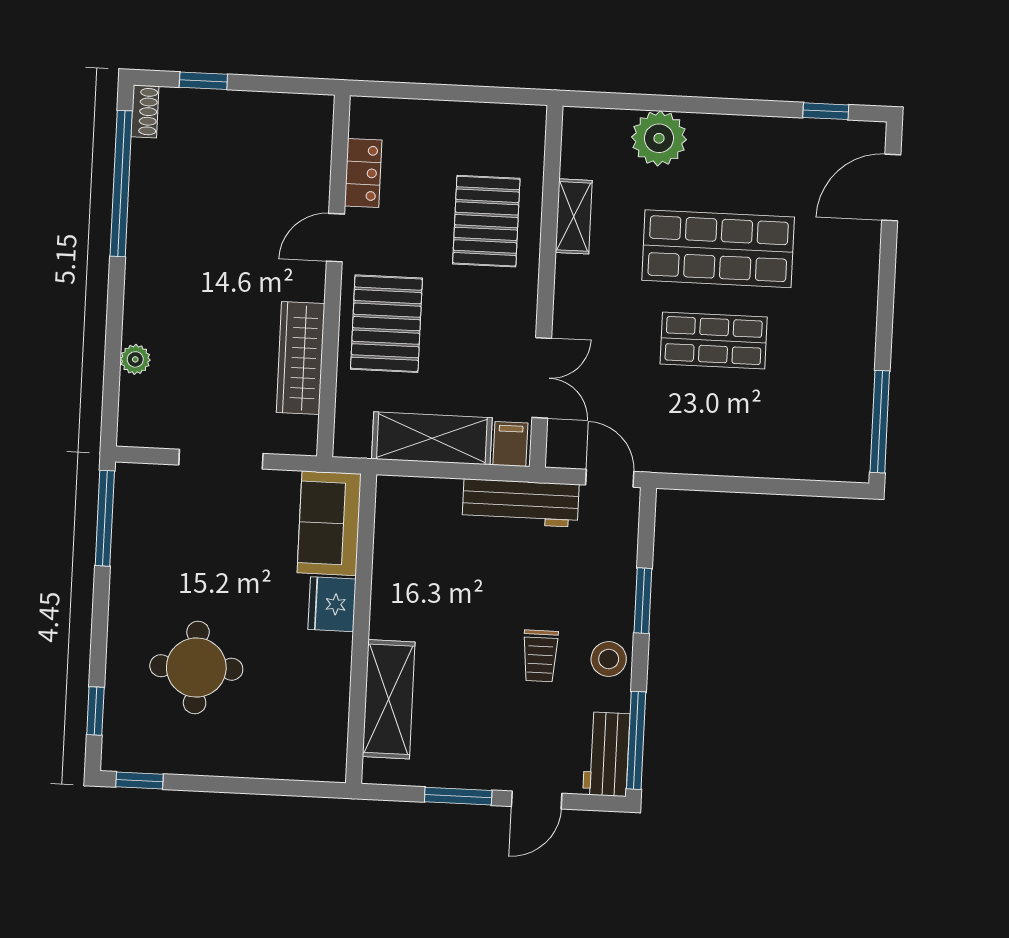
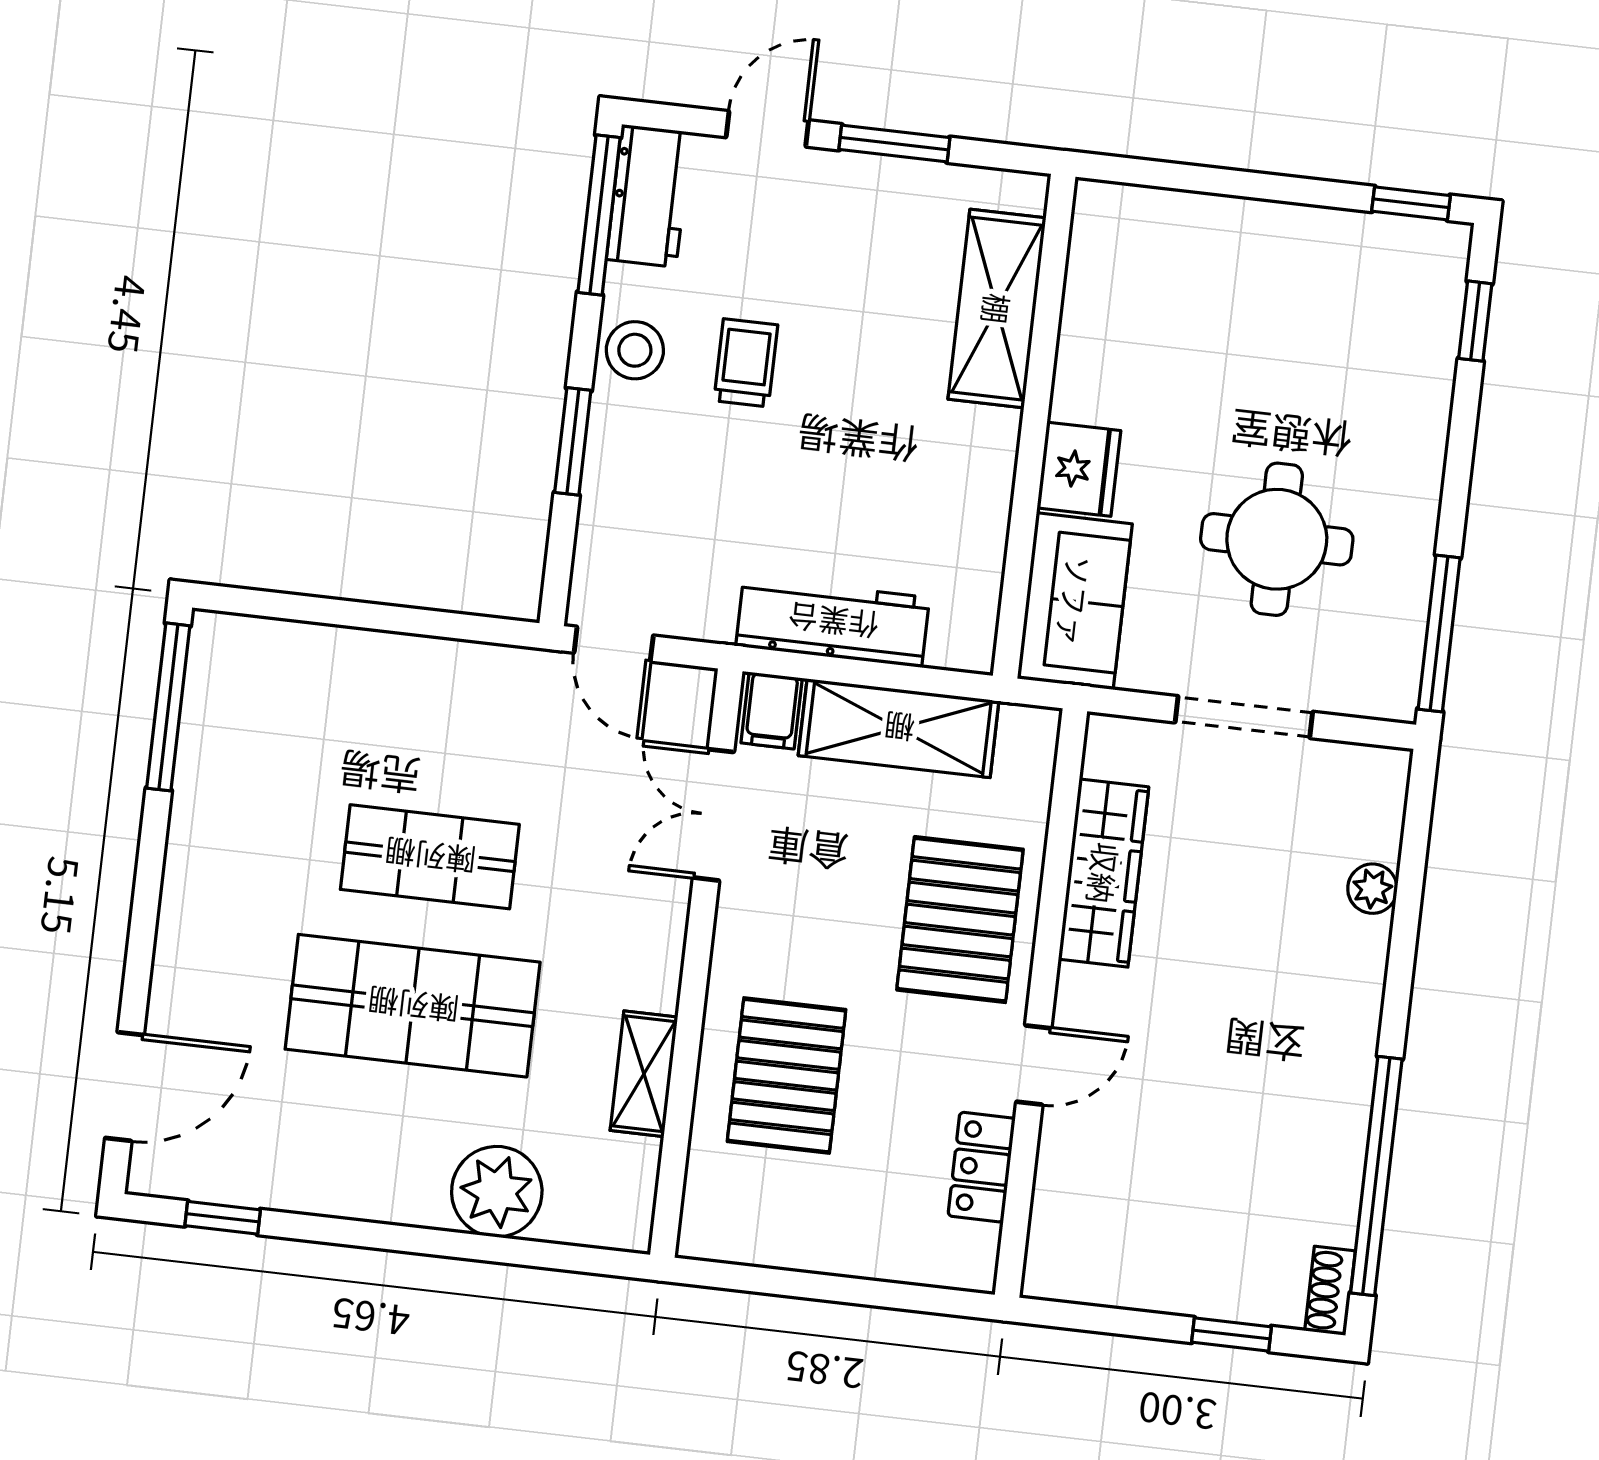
workbench: (521, 503) -> (833, 622), moved
round table: (196, 667) -> (1277, 539), moved

